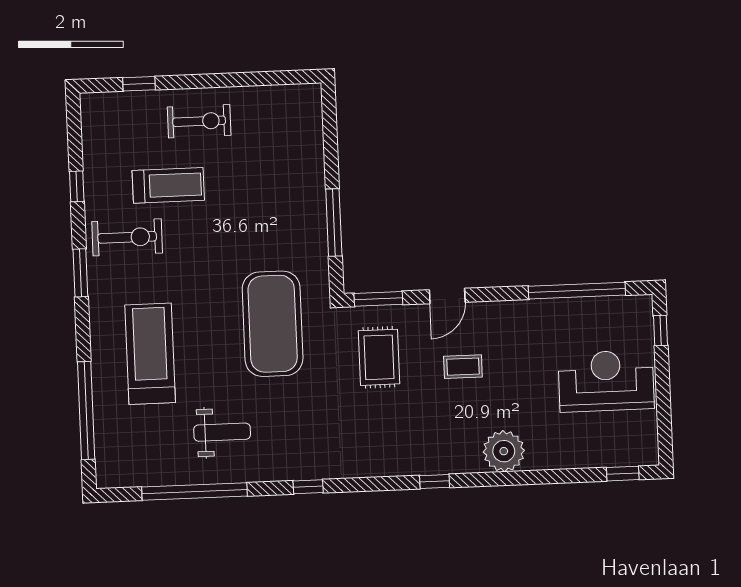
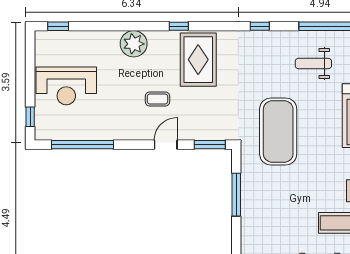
rug: (379, 357) -> (198, 60), moved, width x1.36, depth x1.43

